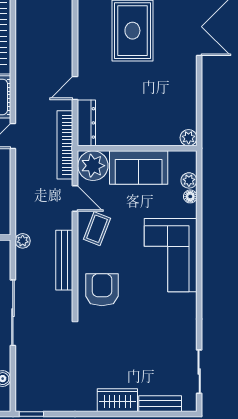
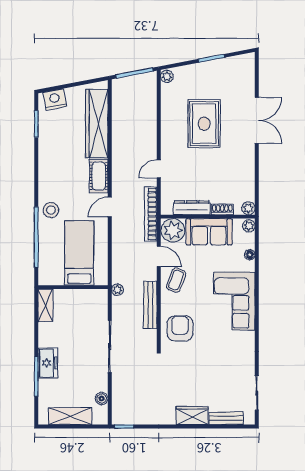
dresser: (86, 123) -> (192, 208), moved, turned -90
shoe rack: (155, 139) -> (222, 209), added
plant: (189, 180) -> (249, 226), moved

